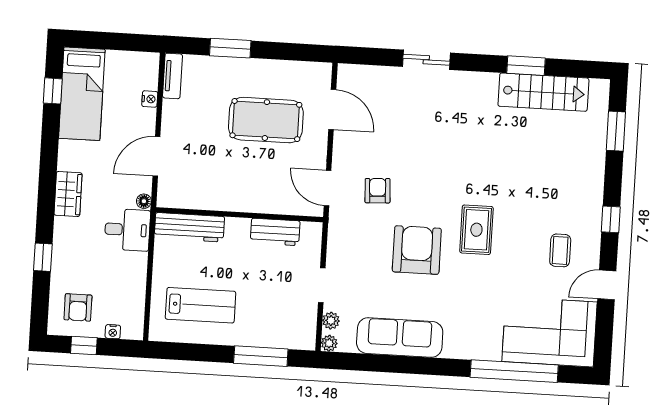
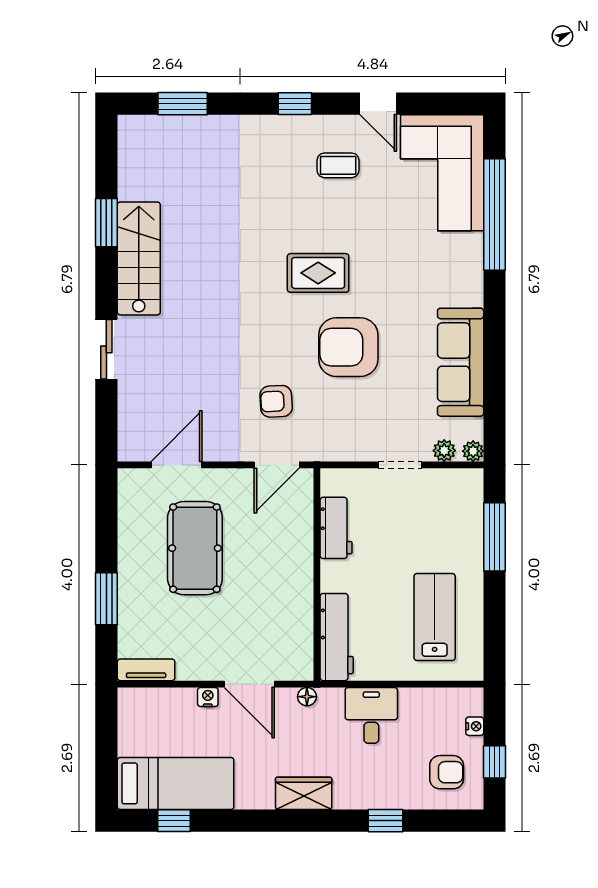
stairs: (543, 92) -> (139, 258), moved
nightstand: (150, 99) -> (208, 697), moved
desk: (127, 230) -> (371, 715), moved

